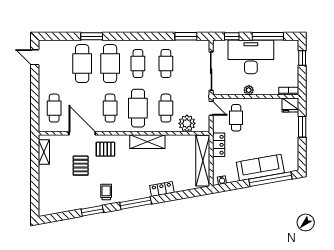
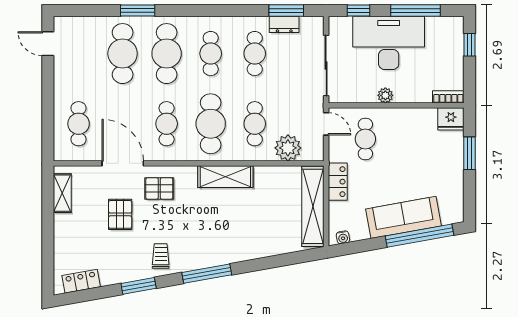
dresser: (185, 45) -> (284, 24), added
locker: (162, 189) -> (81, 281), moved

